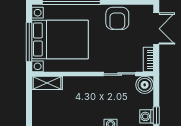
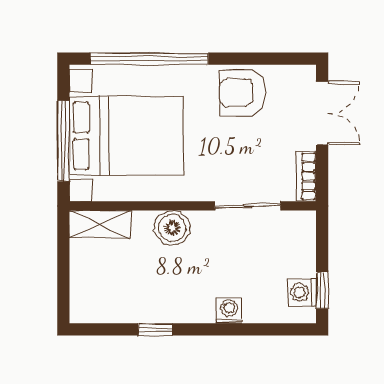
armchair: (117, 18) -> (243, 93), turned 90
boiler: (145, 85) -> (172, 228), moved

